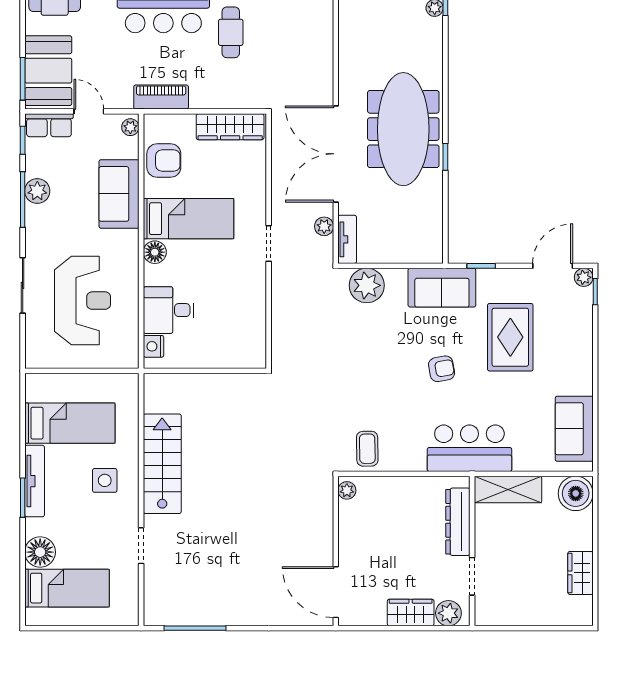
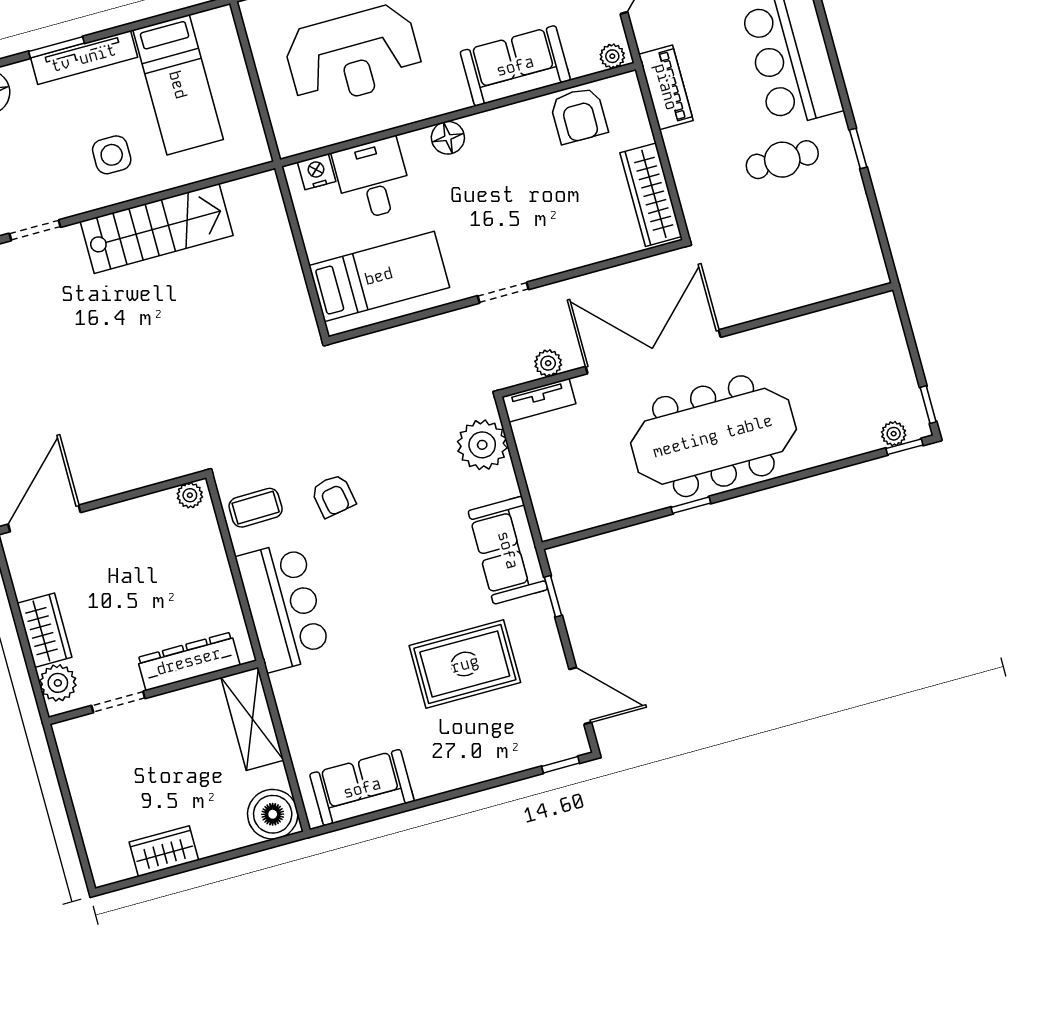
bed: (188, 219) -> (379, 276), moved, turned -90
plant: (584, 277) -> (576, 743), removed
armchair: (442, 369) -> (333, 496), moved
bar counter: (469, 448) -> (283, 606), moved

